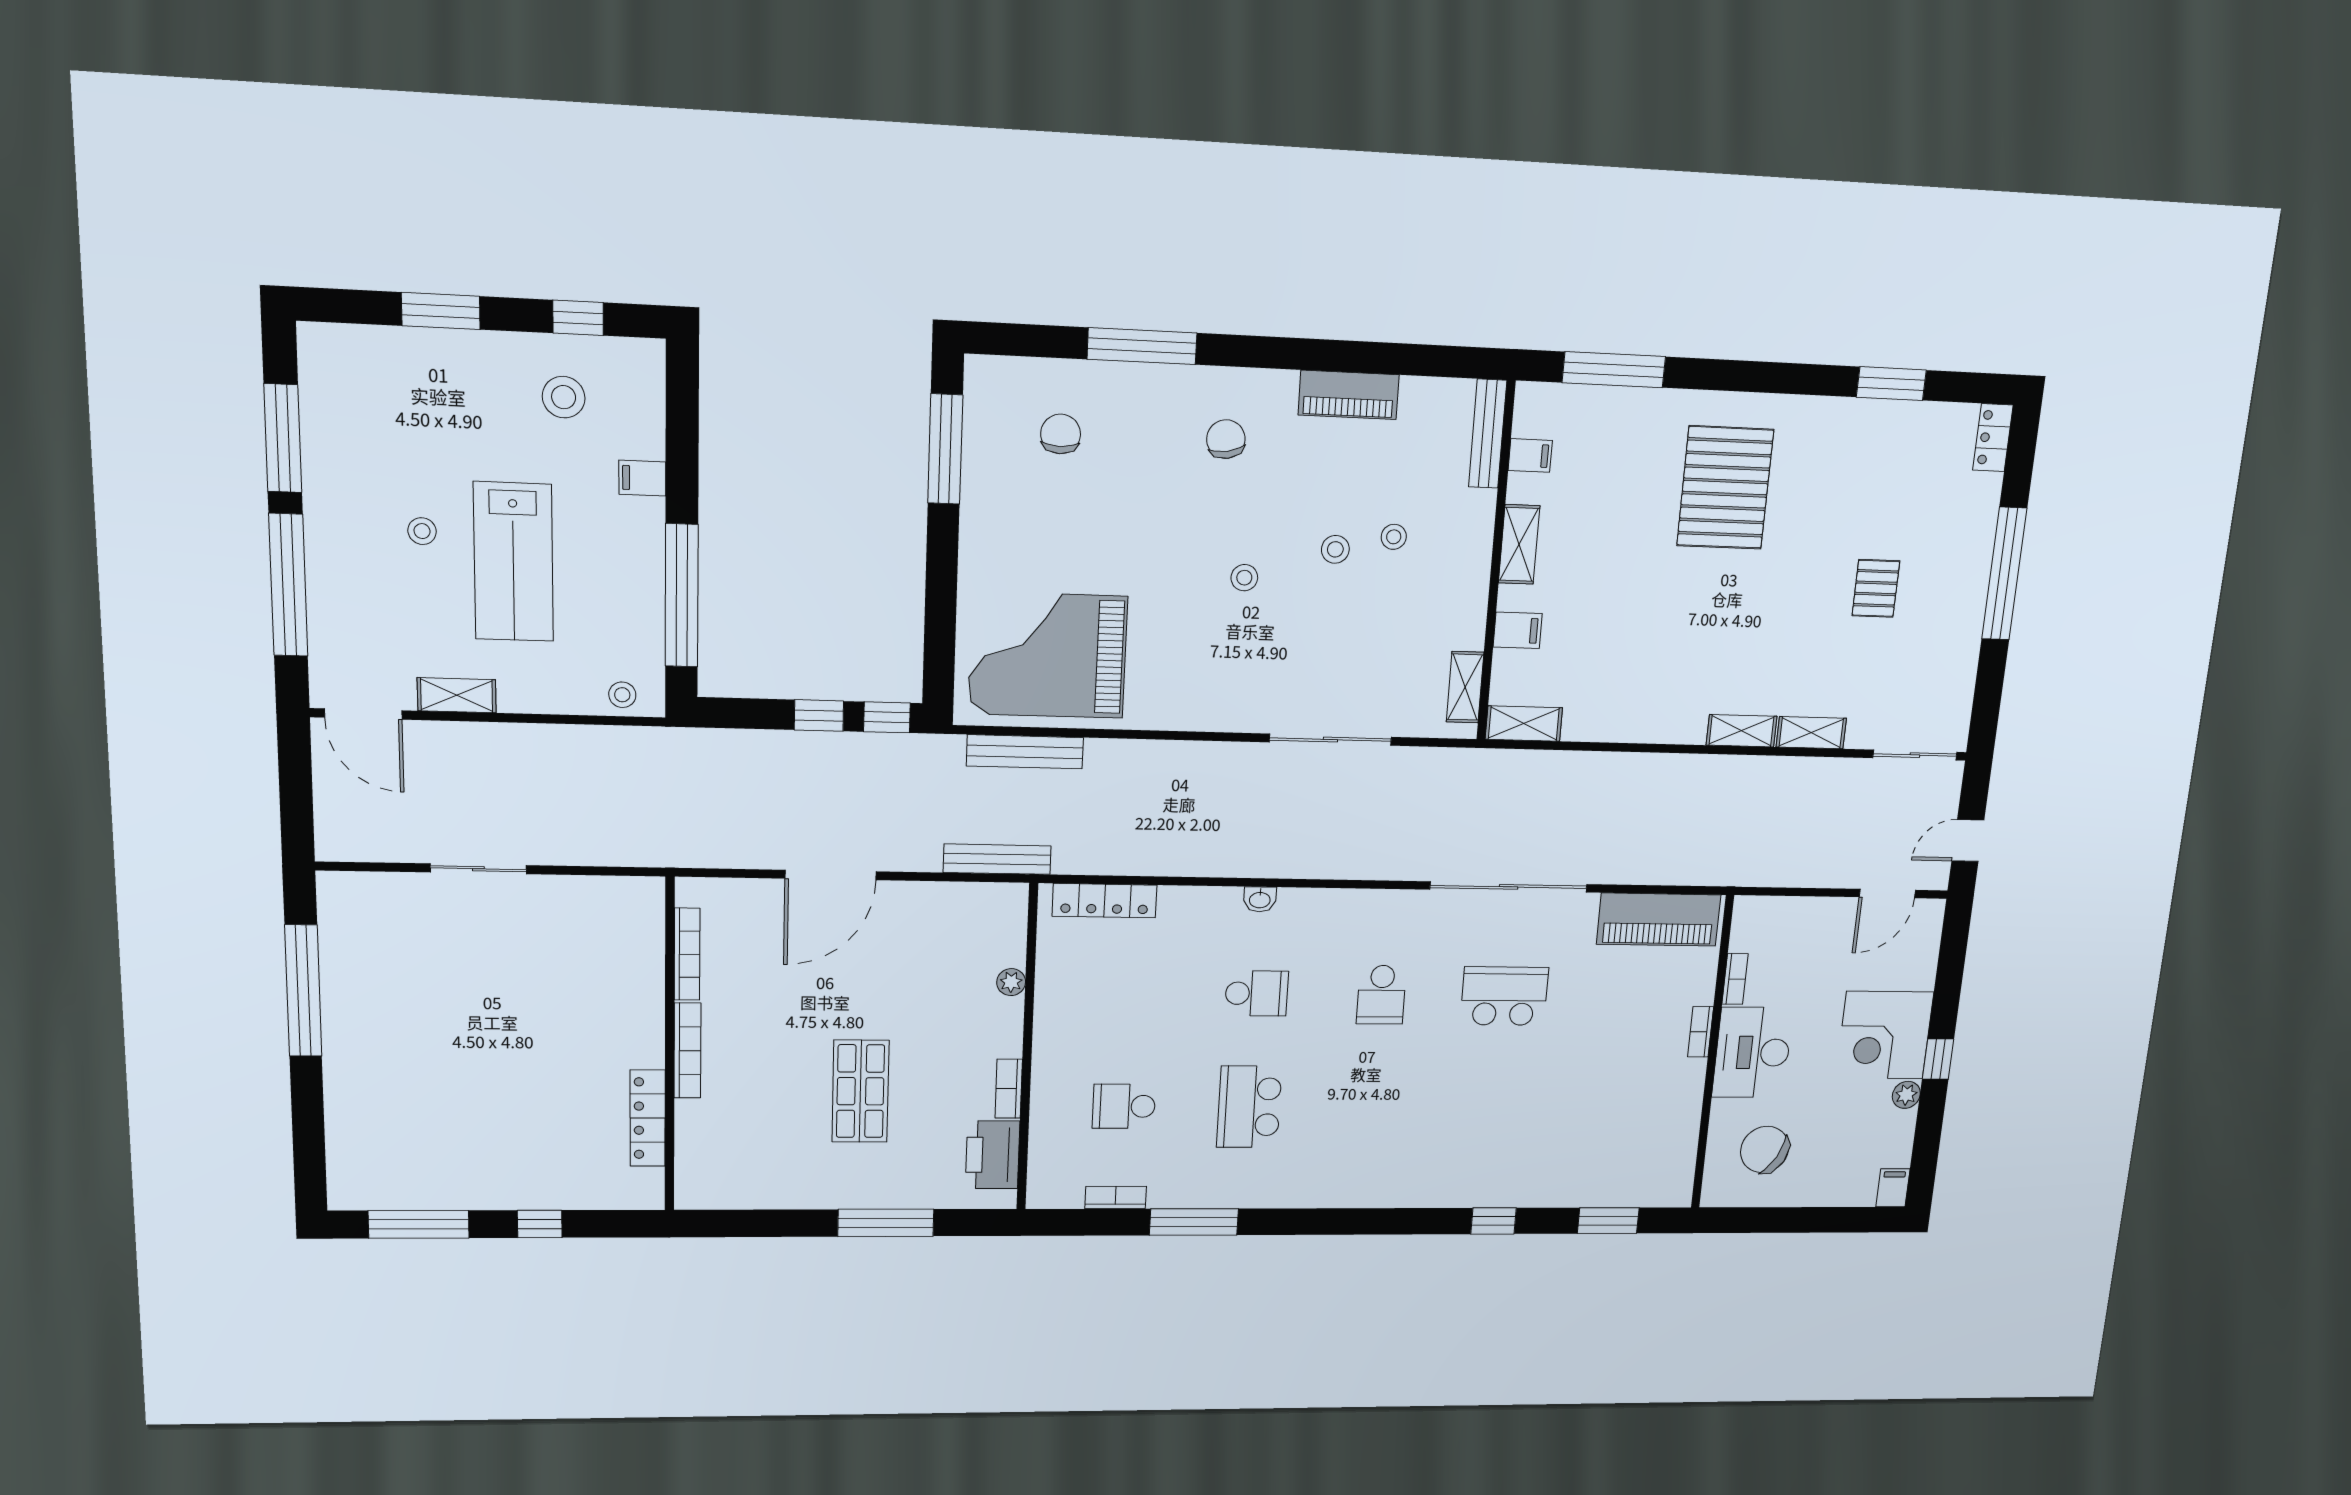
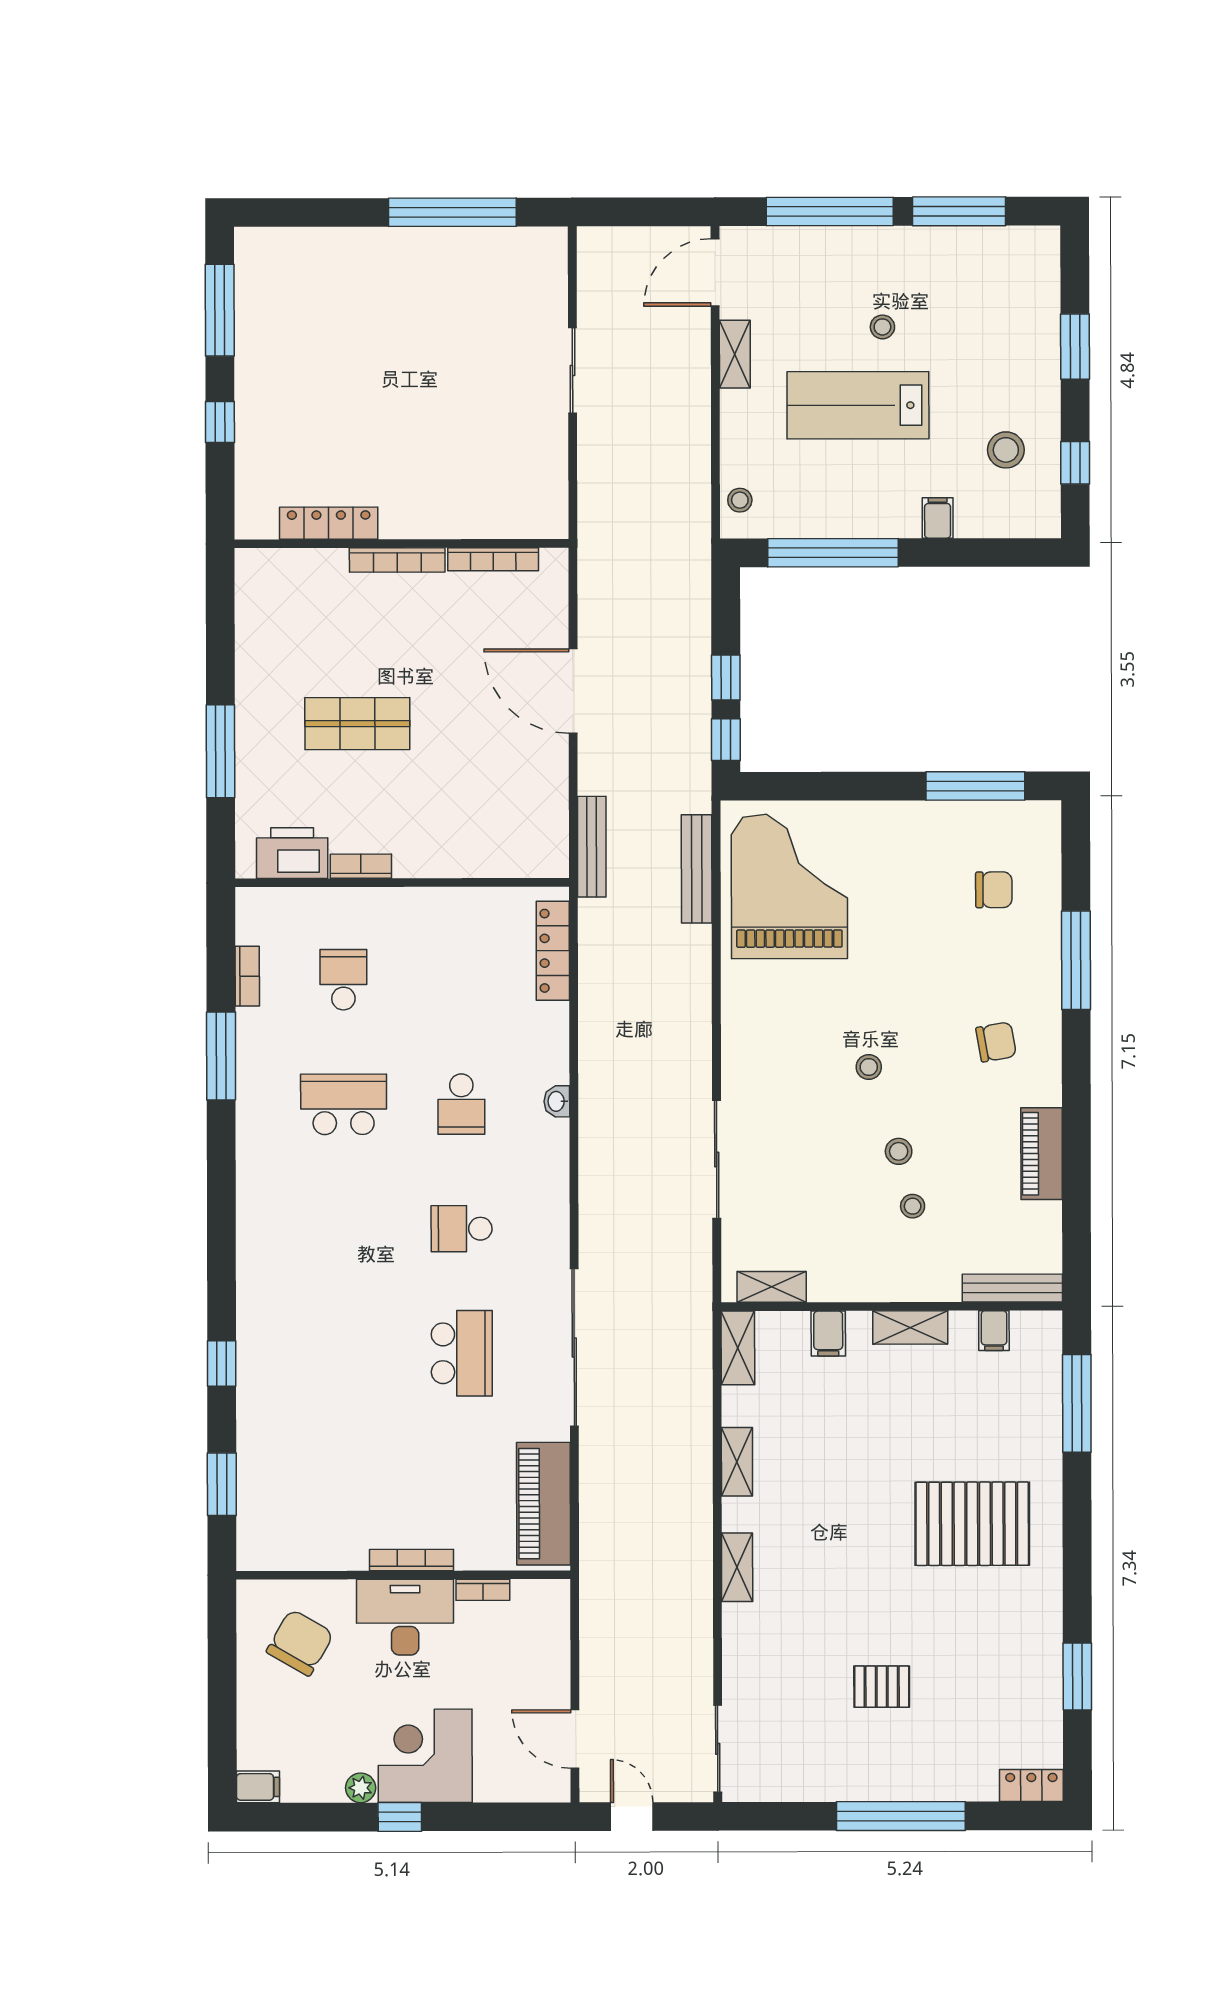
shelving: (1811, 733) -> (737, 1462), moved
plant: (1011, 982) -> (470, 864), removed
bookcase: (1700, 1032) -> (411, 1560), width x1.56

